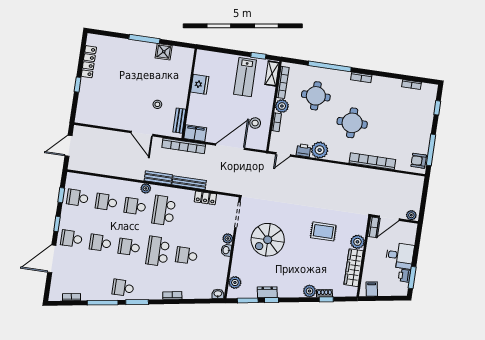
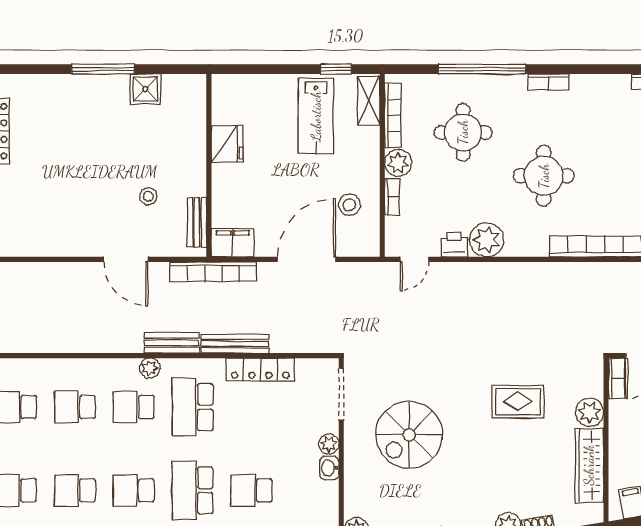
locker: (205, 198) -> (260, 369), width x1.53

